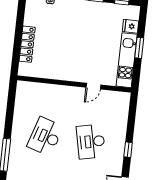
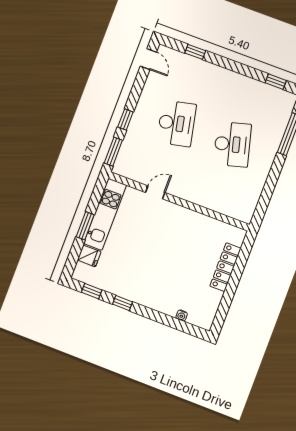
window: (133, 109) -> (113, 152), added
desk: (45, 137) -> (232, 144), turned -33
window: (128, 150) -> (125, 119), moved

